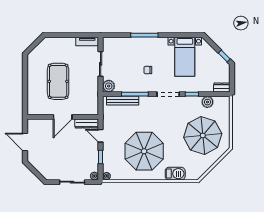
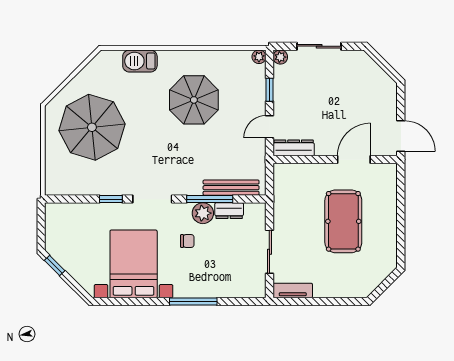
bed with nightstands: (185, 57) -> (134, 264), width x1.36
plant: (109, 86) -> (203, 213), moved
dresser: (222, 87) -> (229, 211), moved
plant: (207, 102) -> (84, 185), removed
door: (63, 117) -> (354, 160), moved
door: (101, 136) -> (269, 127), swing flipped
door: (25, 142) -> (401, 136), moved
parasol: (144, 151) -> (194, 100), width x0.73, depth x0.73

